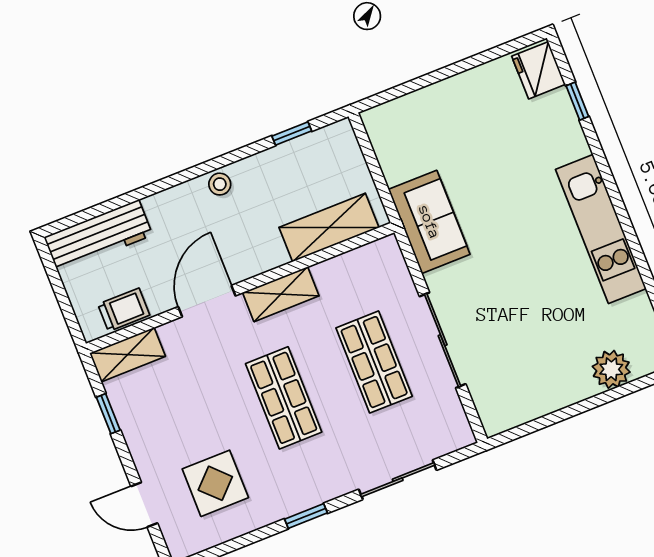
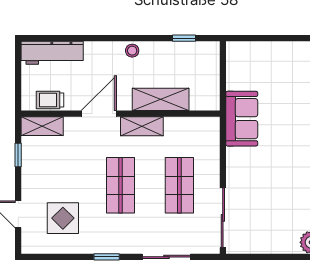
shelving: (329, 228) -> (161, 99), moved
trolley: (124, 310) -> (50, 100), turned 180
sliding door: (443, 340) -> (223, 218), moved

